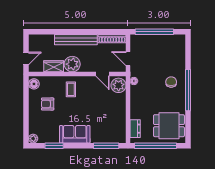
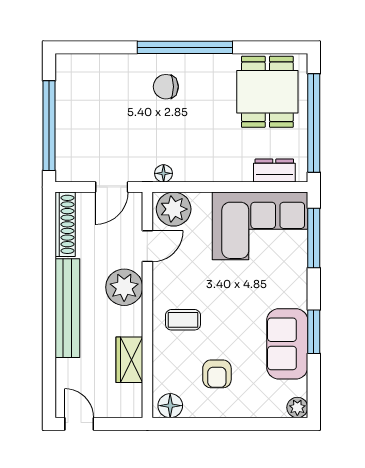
door: (26, 58) -> (79, 424), moved
plant: (72, 64) -> (124, 287), moved
corner sofa: (111, 123) -> (260, 226), added
sofa: (75, 134) -> (287, 344), moved
window: (54, 146) -> (314, 332), moved

